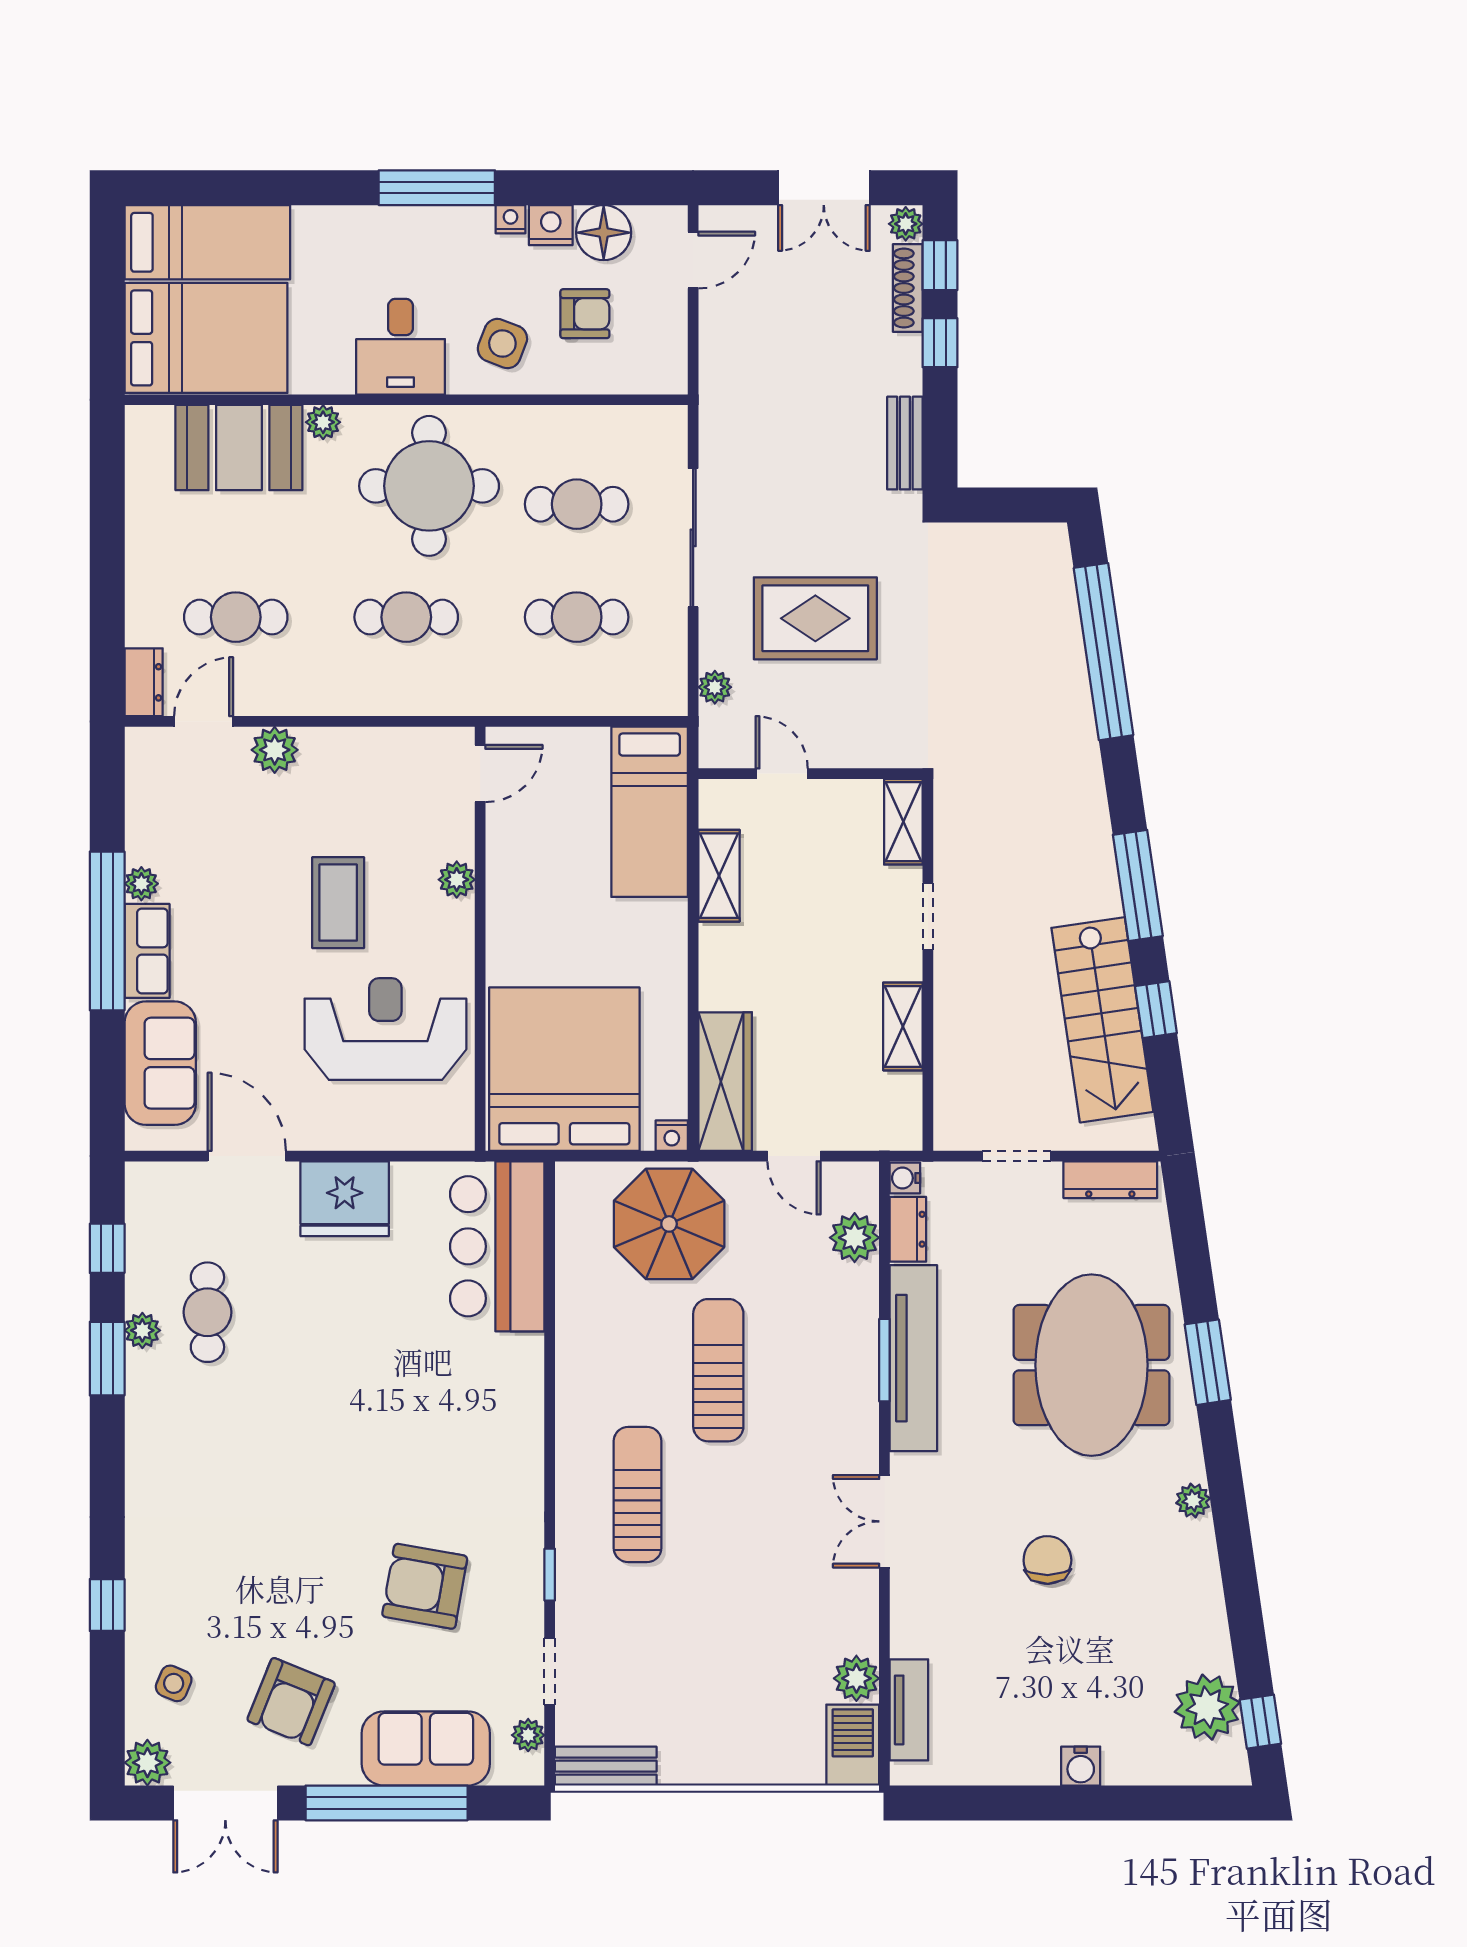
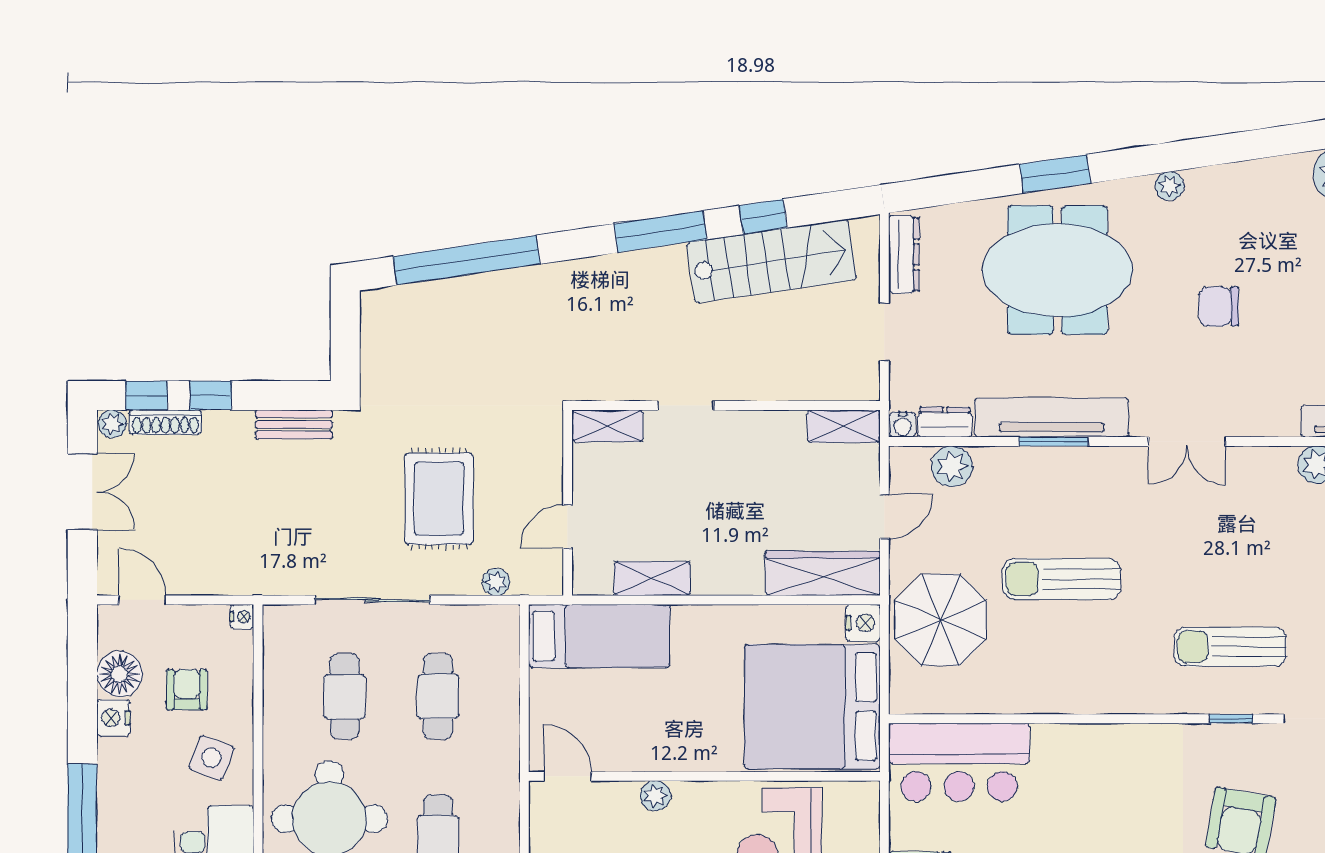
nightstand: (511, 219) -> (242, 617), moved, turned 180
shelving: (903, 1026) -> (844, 426), moved
nightstand: (672, 1136) -> (863, 623), width x1.39, depth x1.35
sun lounger: (638, 1495) -> (1230, 647), moved

